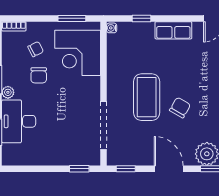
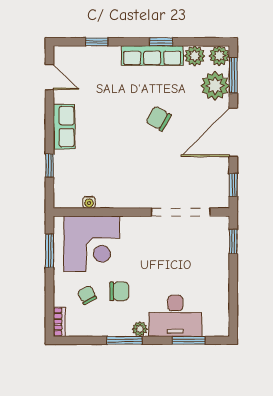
water cooler: (112, 28) -> (89, 202), moved
coffee table: (147, 97) -> (146, 159), removed
door: (169, 169) -> (233, 132), width x1.36

